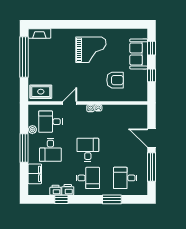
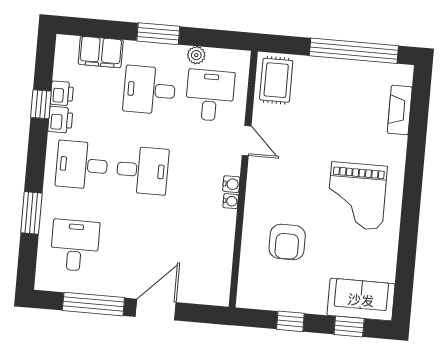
fireplace: (39, 33) -> (400, 110), moved
sofa: (139, 54) -> (361, 300), moved
window: (24, 148) -> (158, 34), width x0.69
desk: (88, 178) -> (82, 165), turned 90

